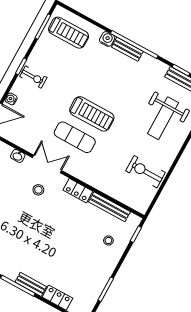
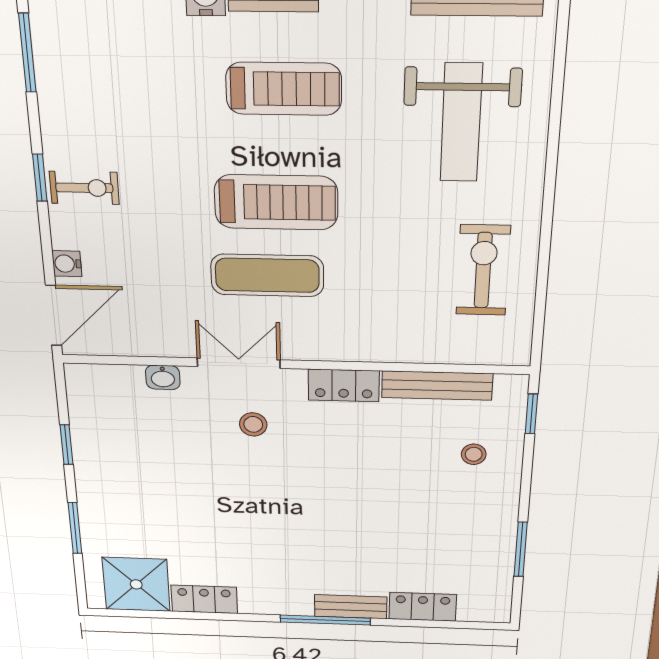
treadmill: (69, 33) -> (284, 89), moved
exercise bike: (146, 172) -> (483, 270), turned 90

